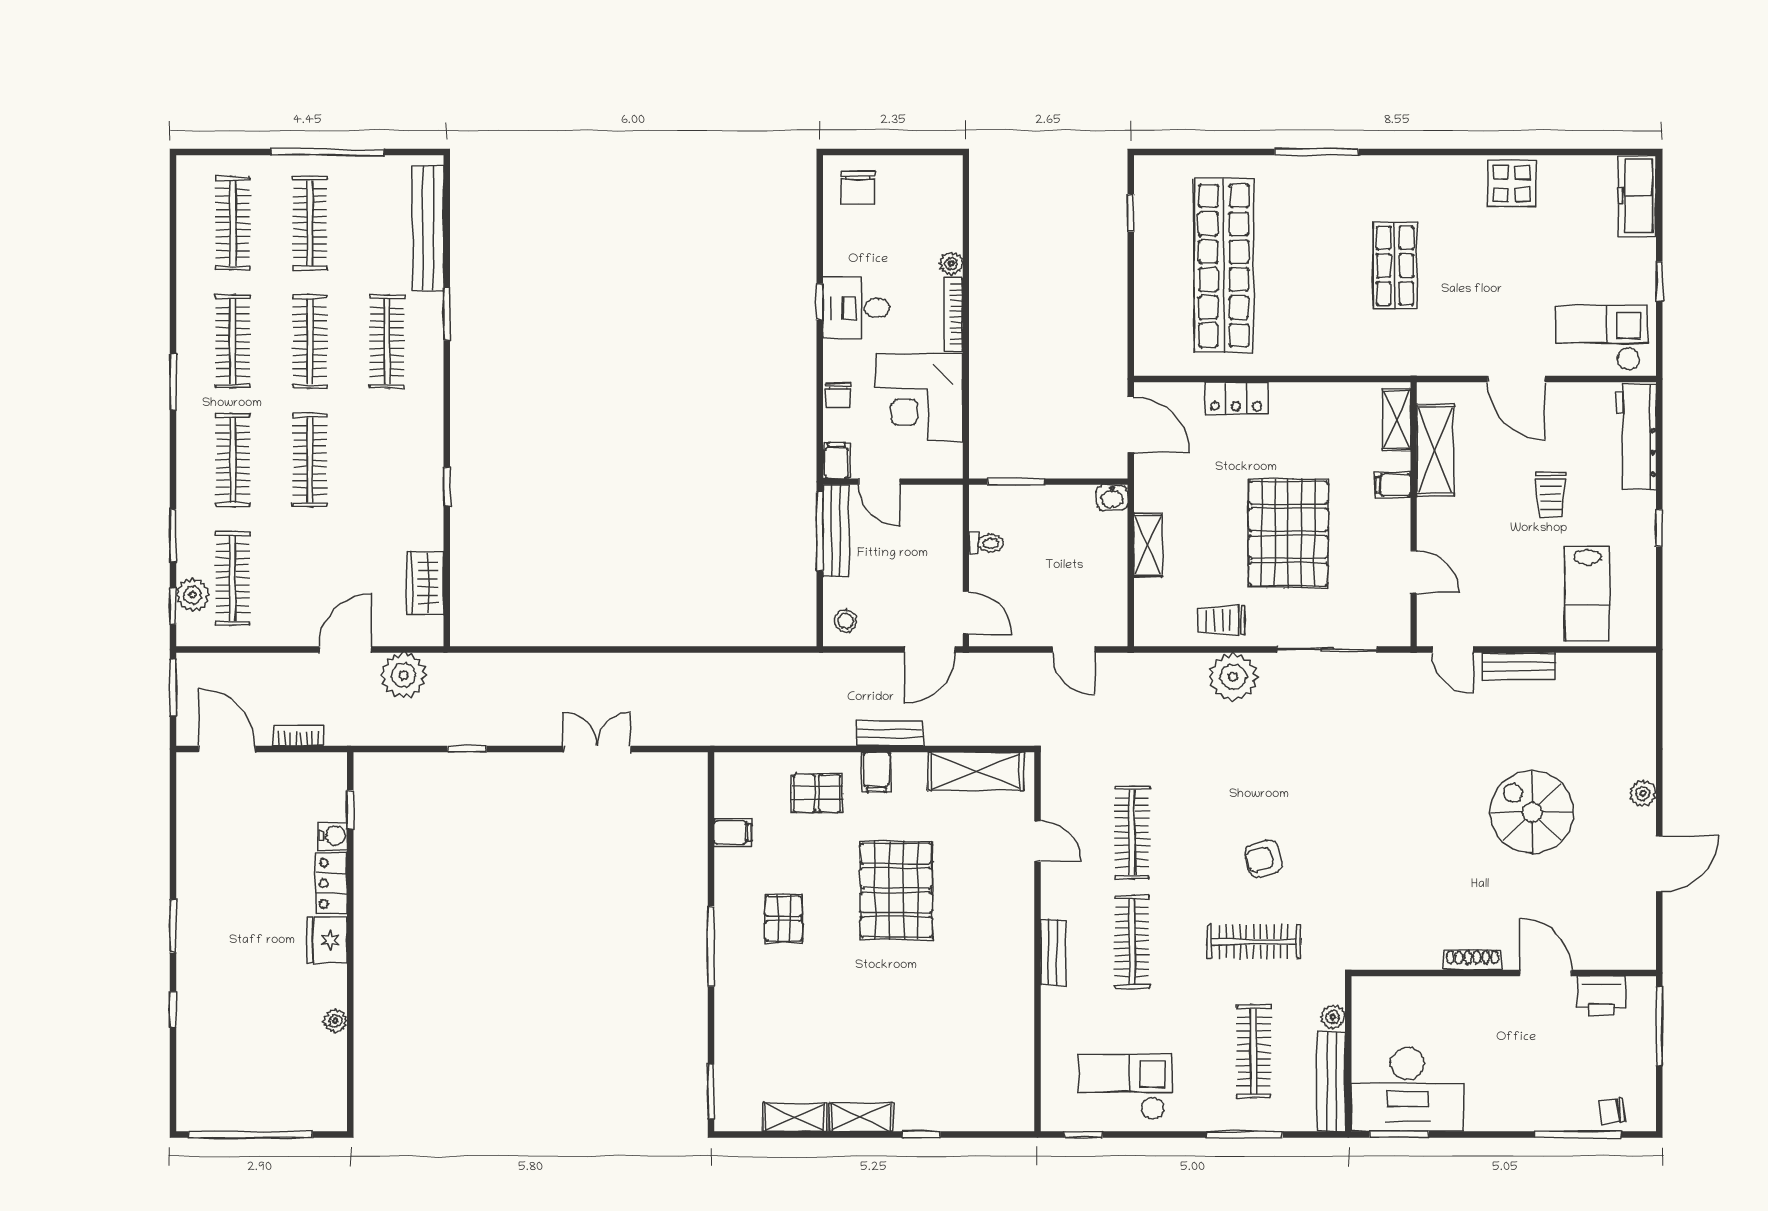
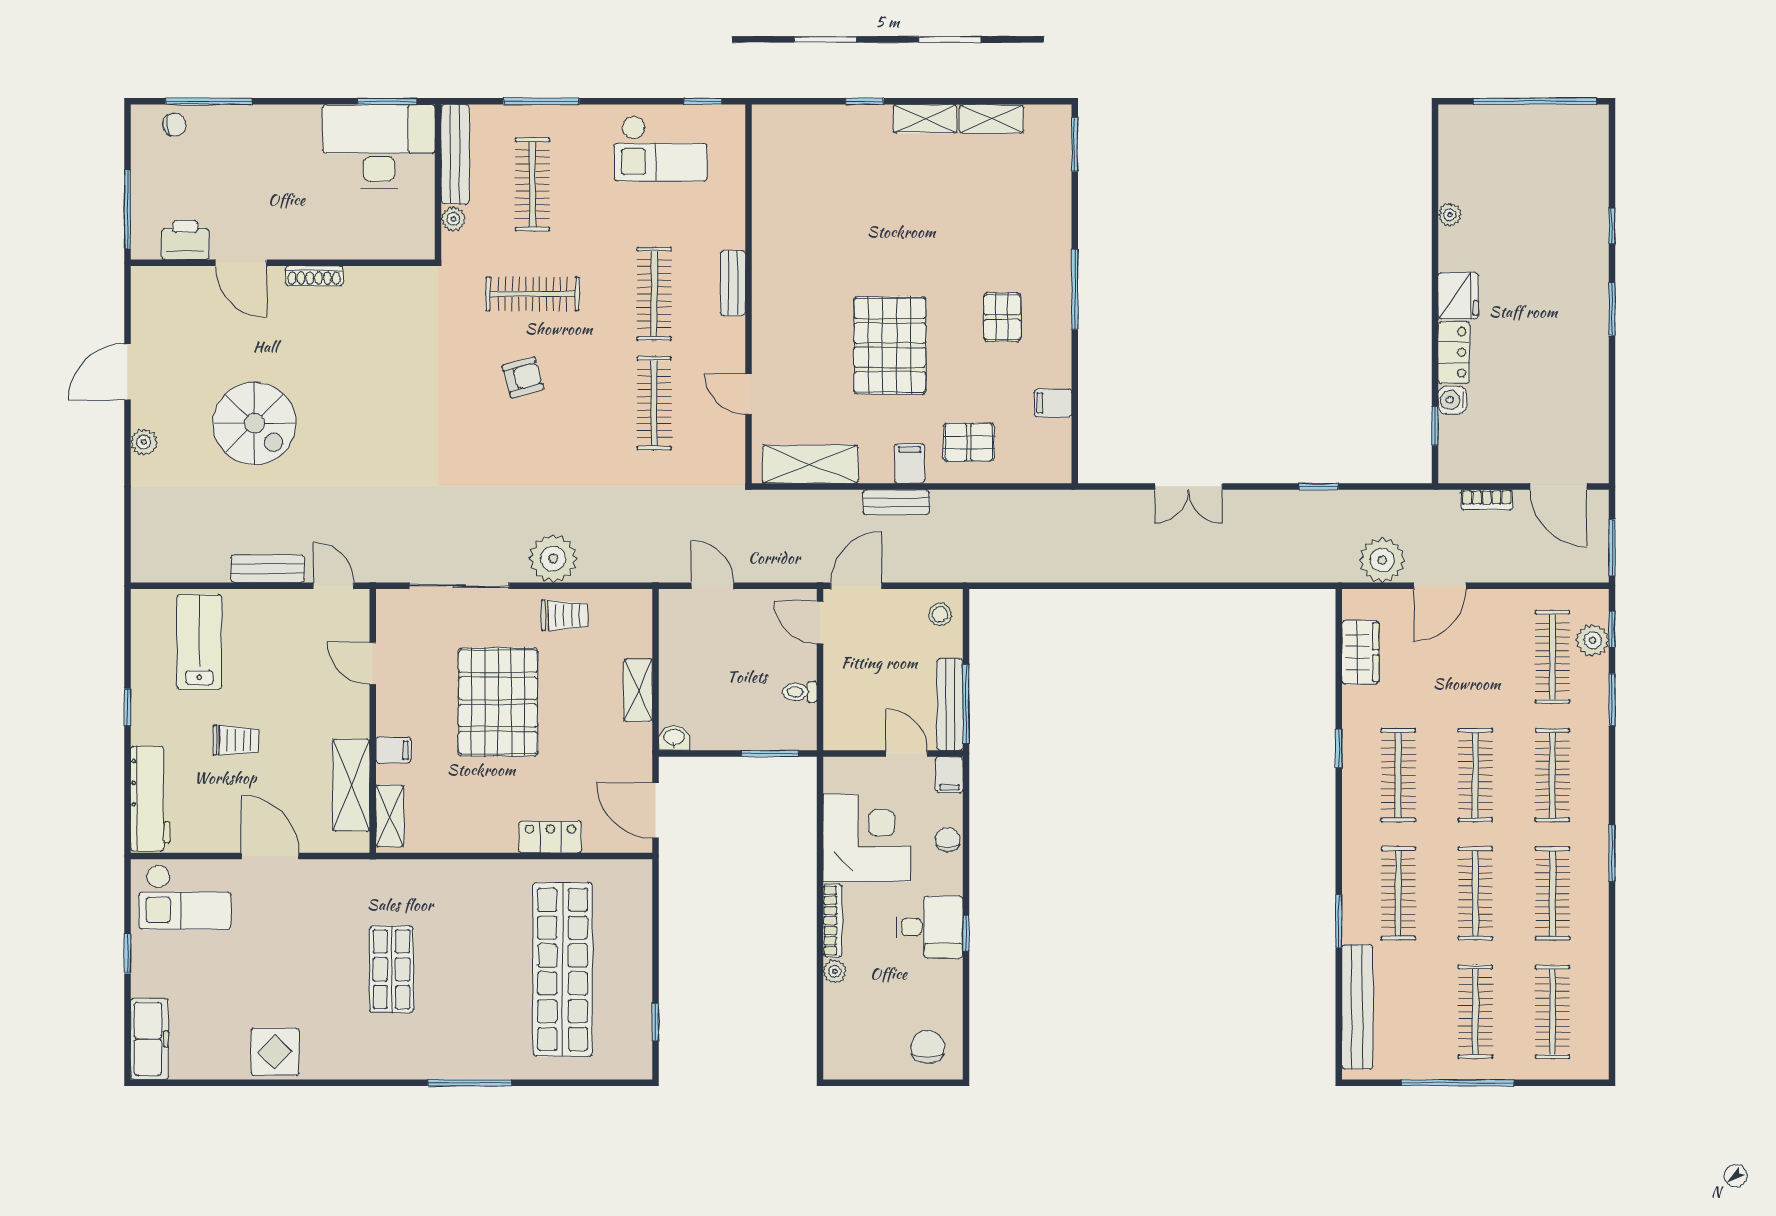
clothes rail: (387, 460) -> (1398, 775), added
trolley: (1551, 495) -> (236, 740), turned 91

